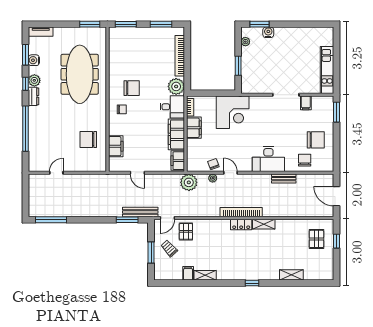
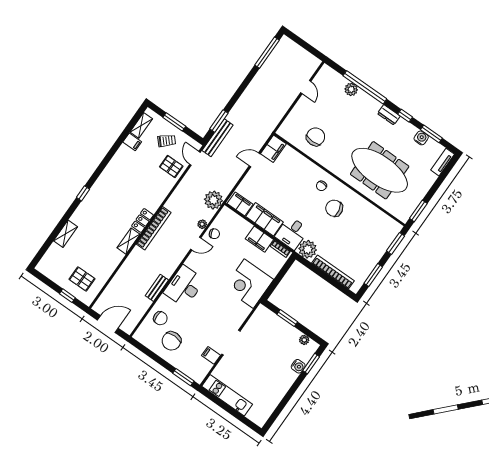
plant: (34, 80) -> (351, 89), moved
chair: (132, 88) -> (334, 208), turned 78
filing cabinet: (116, 146) -> (273, 149), moved, turned -90
shelving: (205, 275) -> (141, 125), moved

